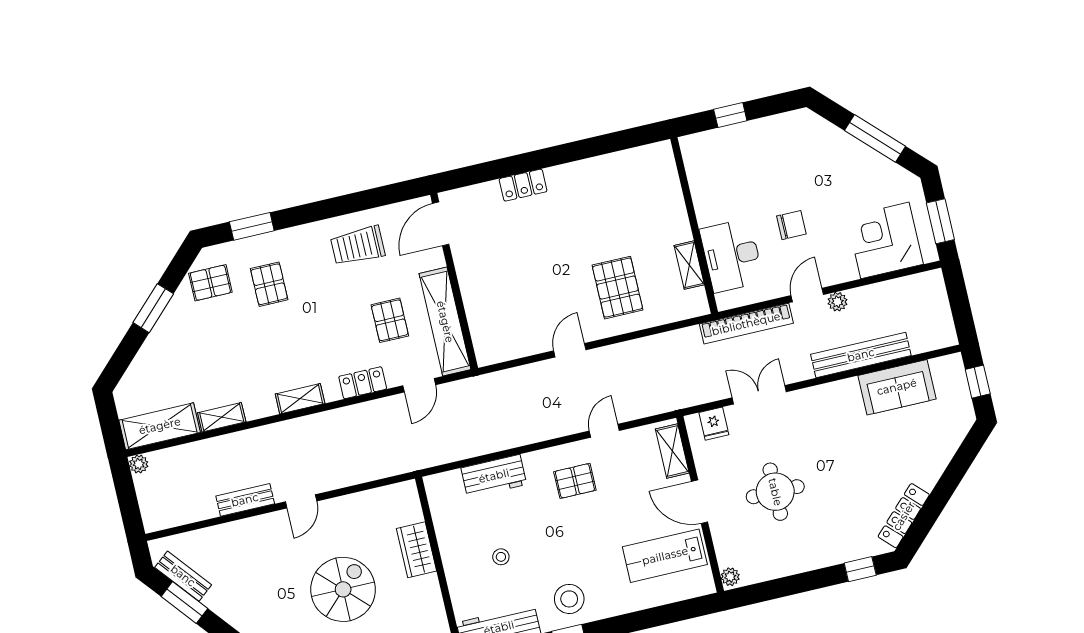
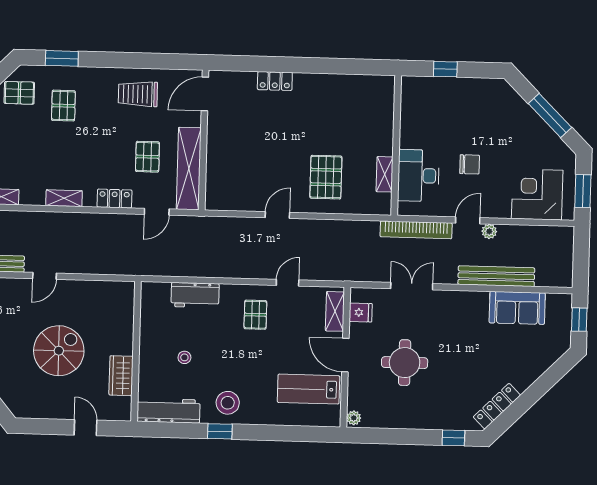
fridge: (714, 424) -> (361, 312), moved, turned -90
pallet: (575, 481) -> (255, 315), turned 90
wardrobe: (417, 550) -> (121, 376), moved

